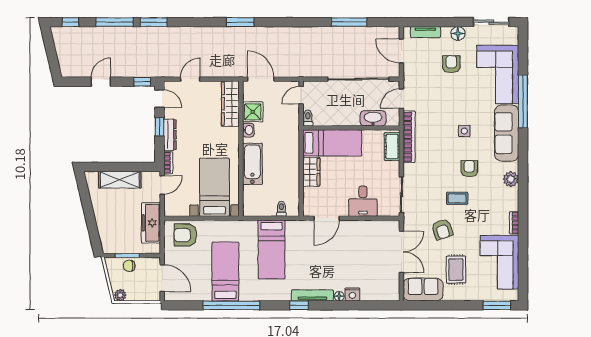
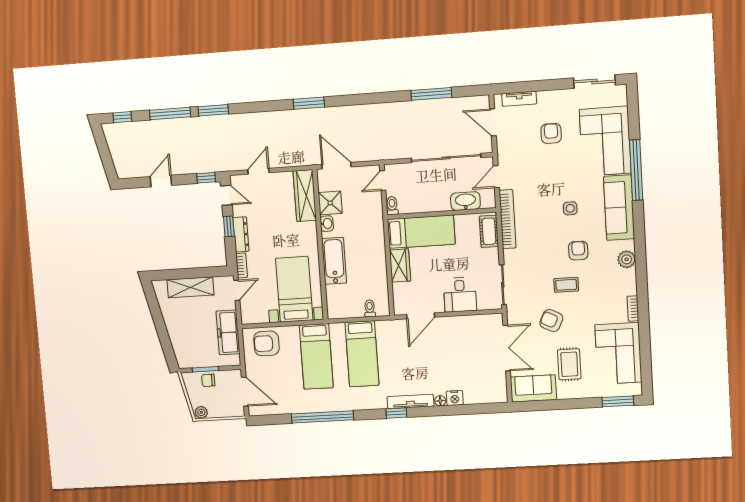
floor lamp: (458, 33) -> (557, 98), removed
armchair: (442, 229) -> (551, 321), turned 134
bed: (225, 271) -> (316, 356), moved, turned 180

